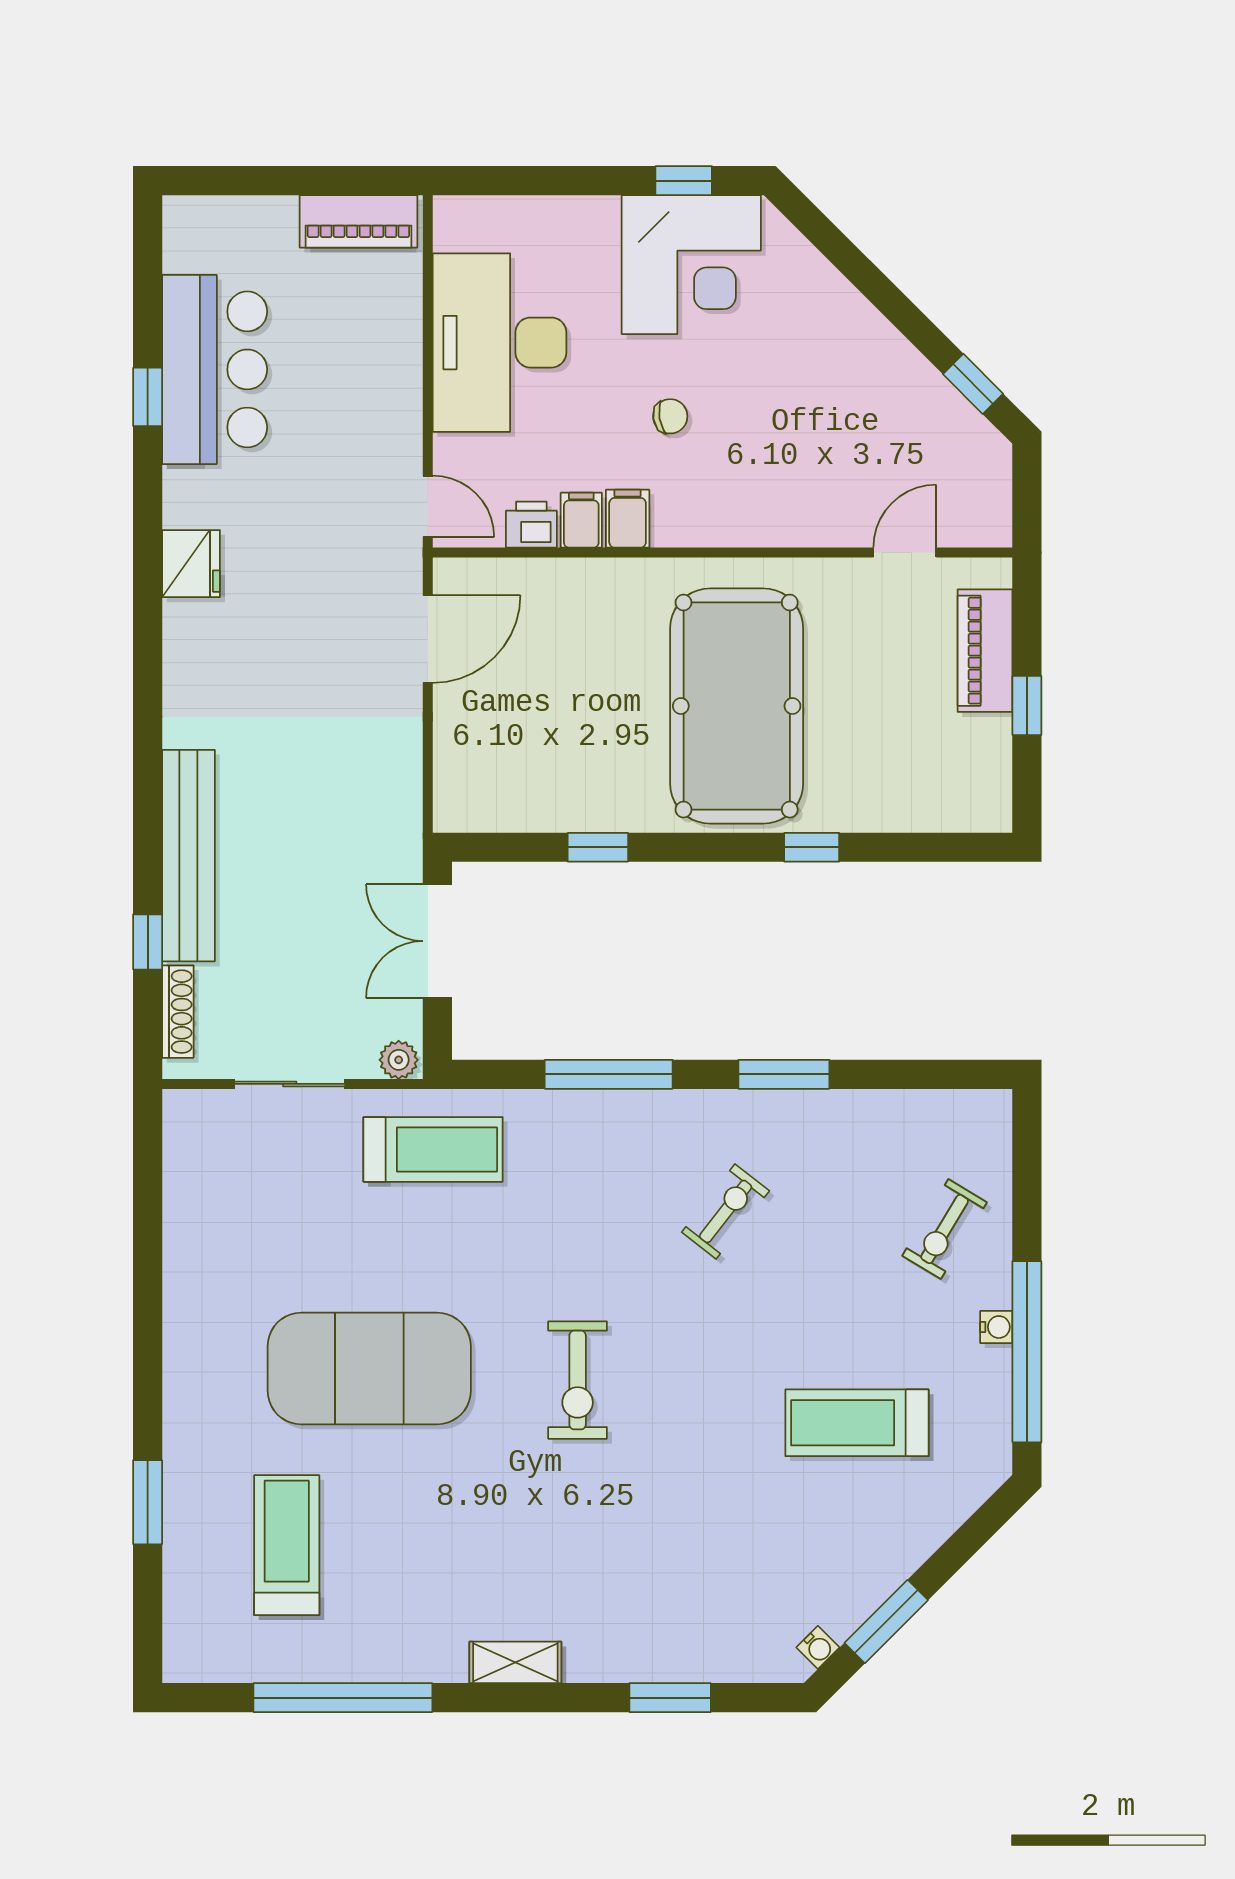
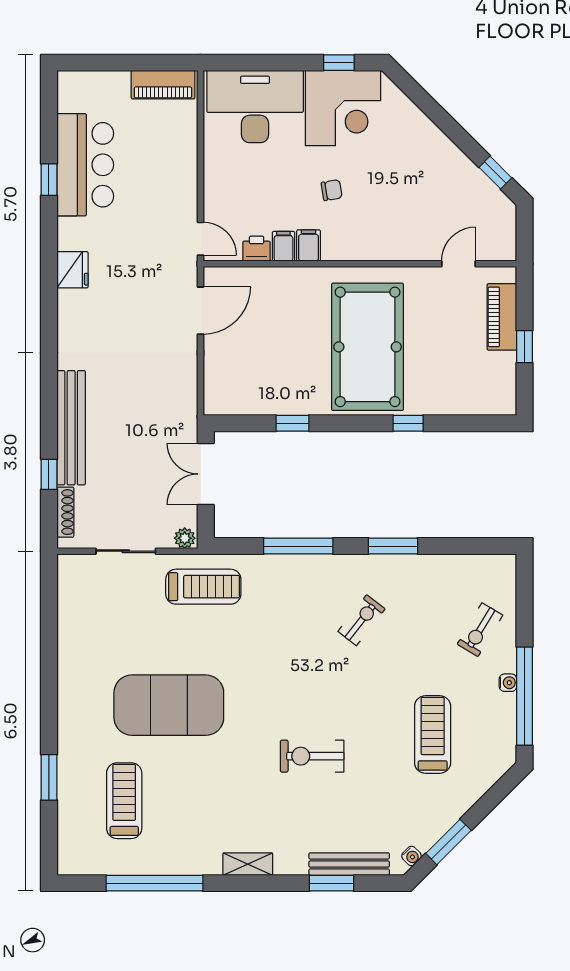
desk: (499, 343) -> (255, 107), moved, turned 90
exercise bike: (578, 1380) -> (312, 756), moved, turned 90
treadmill: (857, 1423) -> (433, 734), turned 90
bench: (703, 1662) -> (349, 864), added

